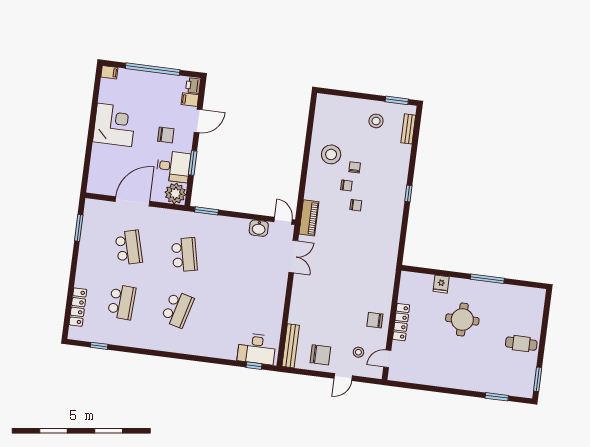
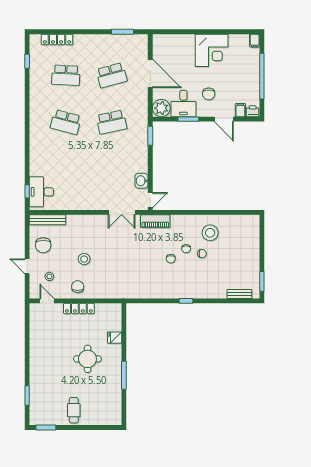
stool: (376, 121) -> (84, 259), moved

